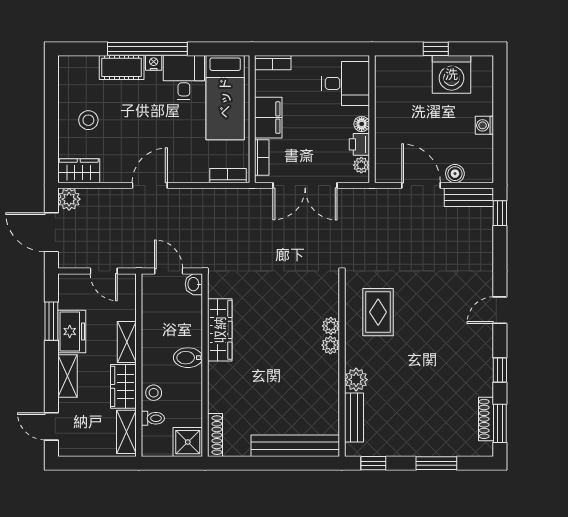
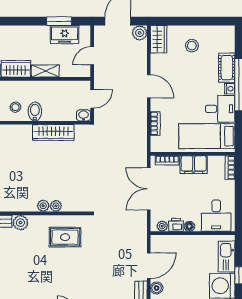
kitchen sink: (407, 68) -> (227, 256), added
bookcase: (228, 176) -> (155, 124), moved
freezer: (72, 331) -> (65, 35), moved
shelving: (67, 376) -> (23, 32), removed
stool: (154, 393) -> (15, 107), moved

